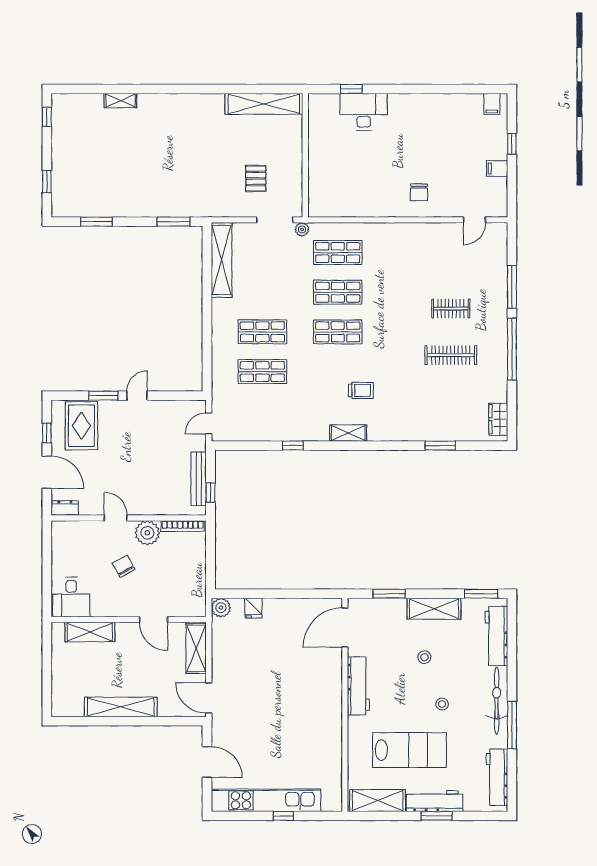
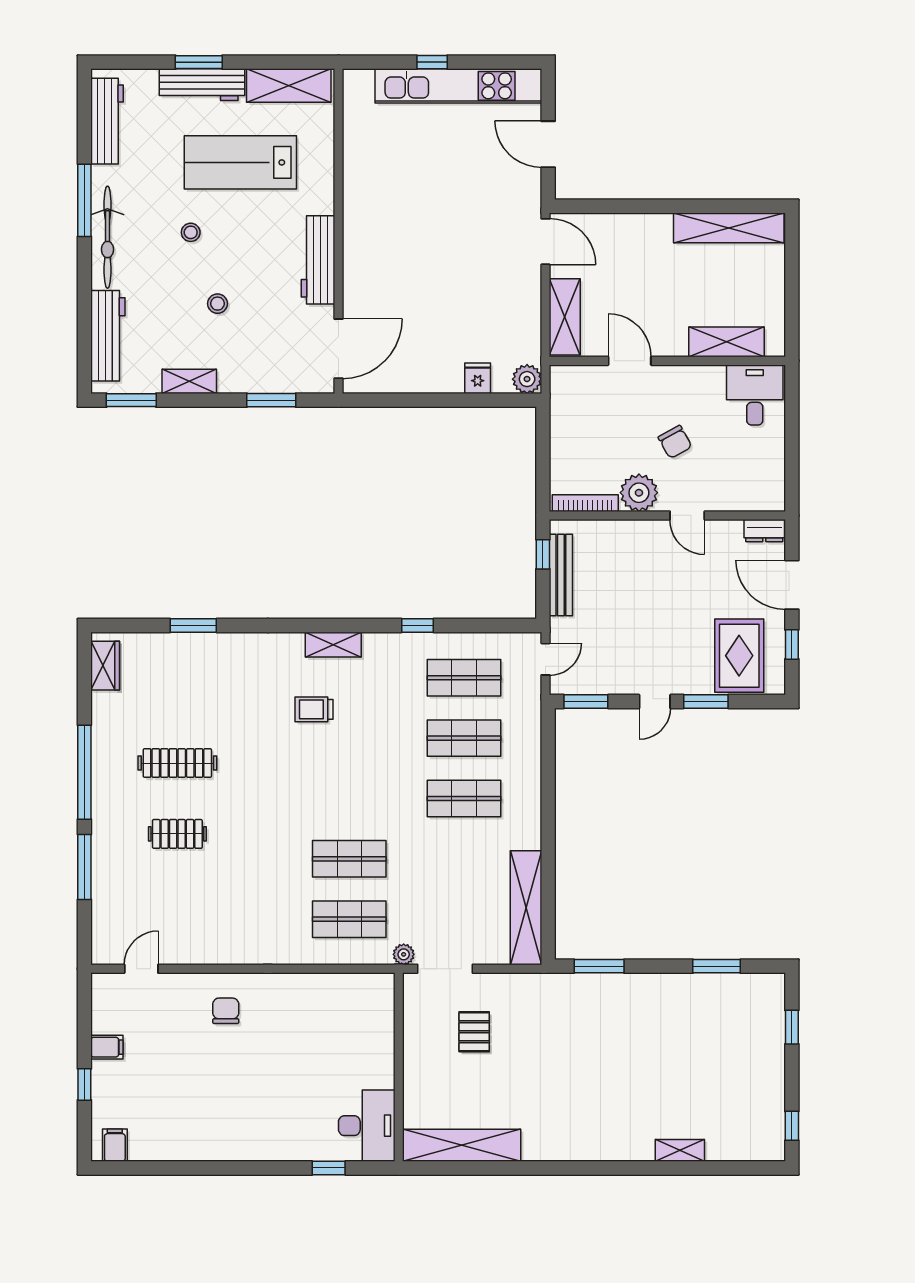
desk: (364, 112) -> (367, 1126), moved, turned -90
shop shelf: (338, 332) -> (464, 678), moved
window: (182, 396) -> (586, 702), added
shelving: (434, 609) -> (189, 381), width x0.67, depth x0.75
shelving: (121, 707) -> (729, 228), moved

